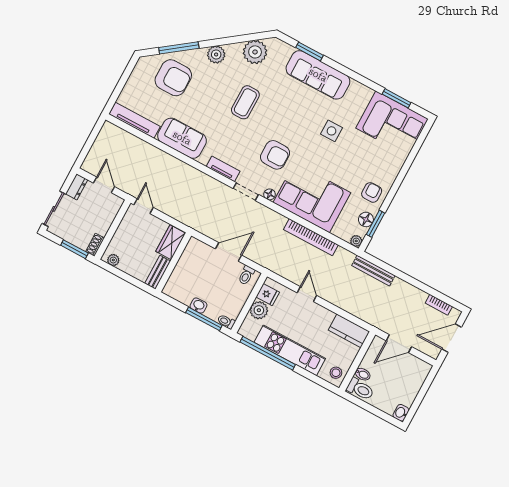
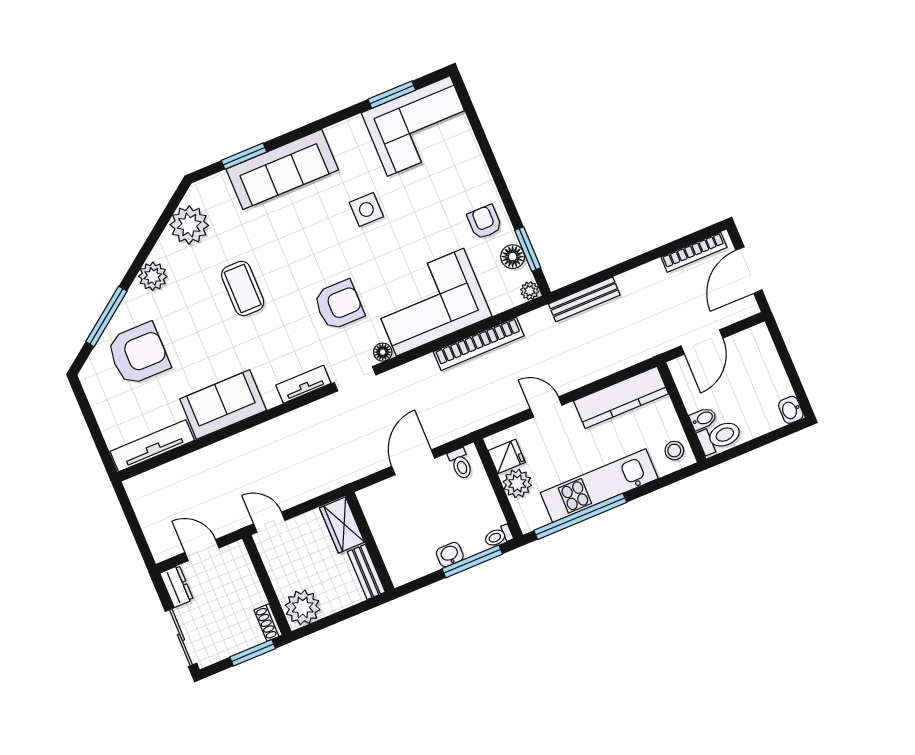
plant: (113, 260) -> (303, 607), width x1.88, depth x1.88
bookcase: (439, 305) -> (694, 252), width x1.56
kitchen counter: (349, 331) -> (621, 397), width x1.50

